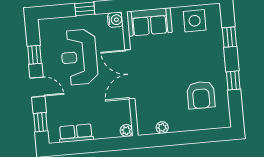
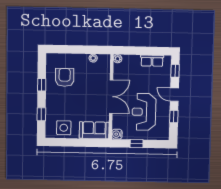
reception desk: (79, 57) -> (144, 112), turned 180

